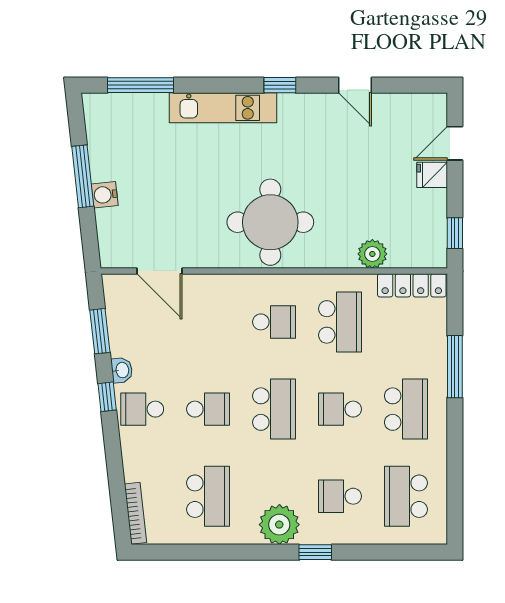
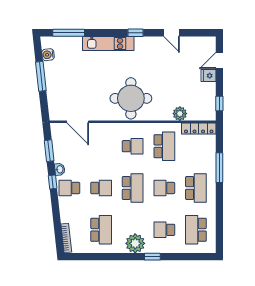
water cooler: (105, 195) -> (48, 55), moved

